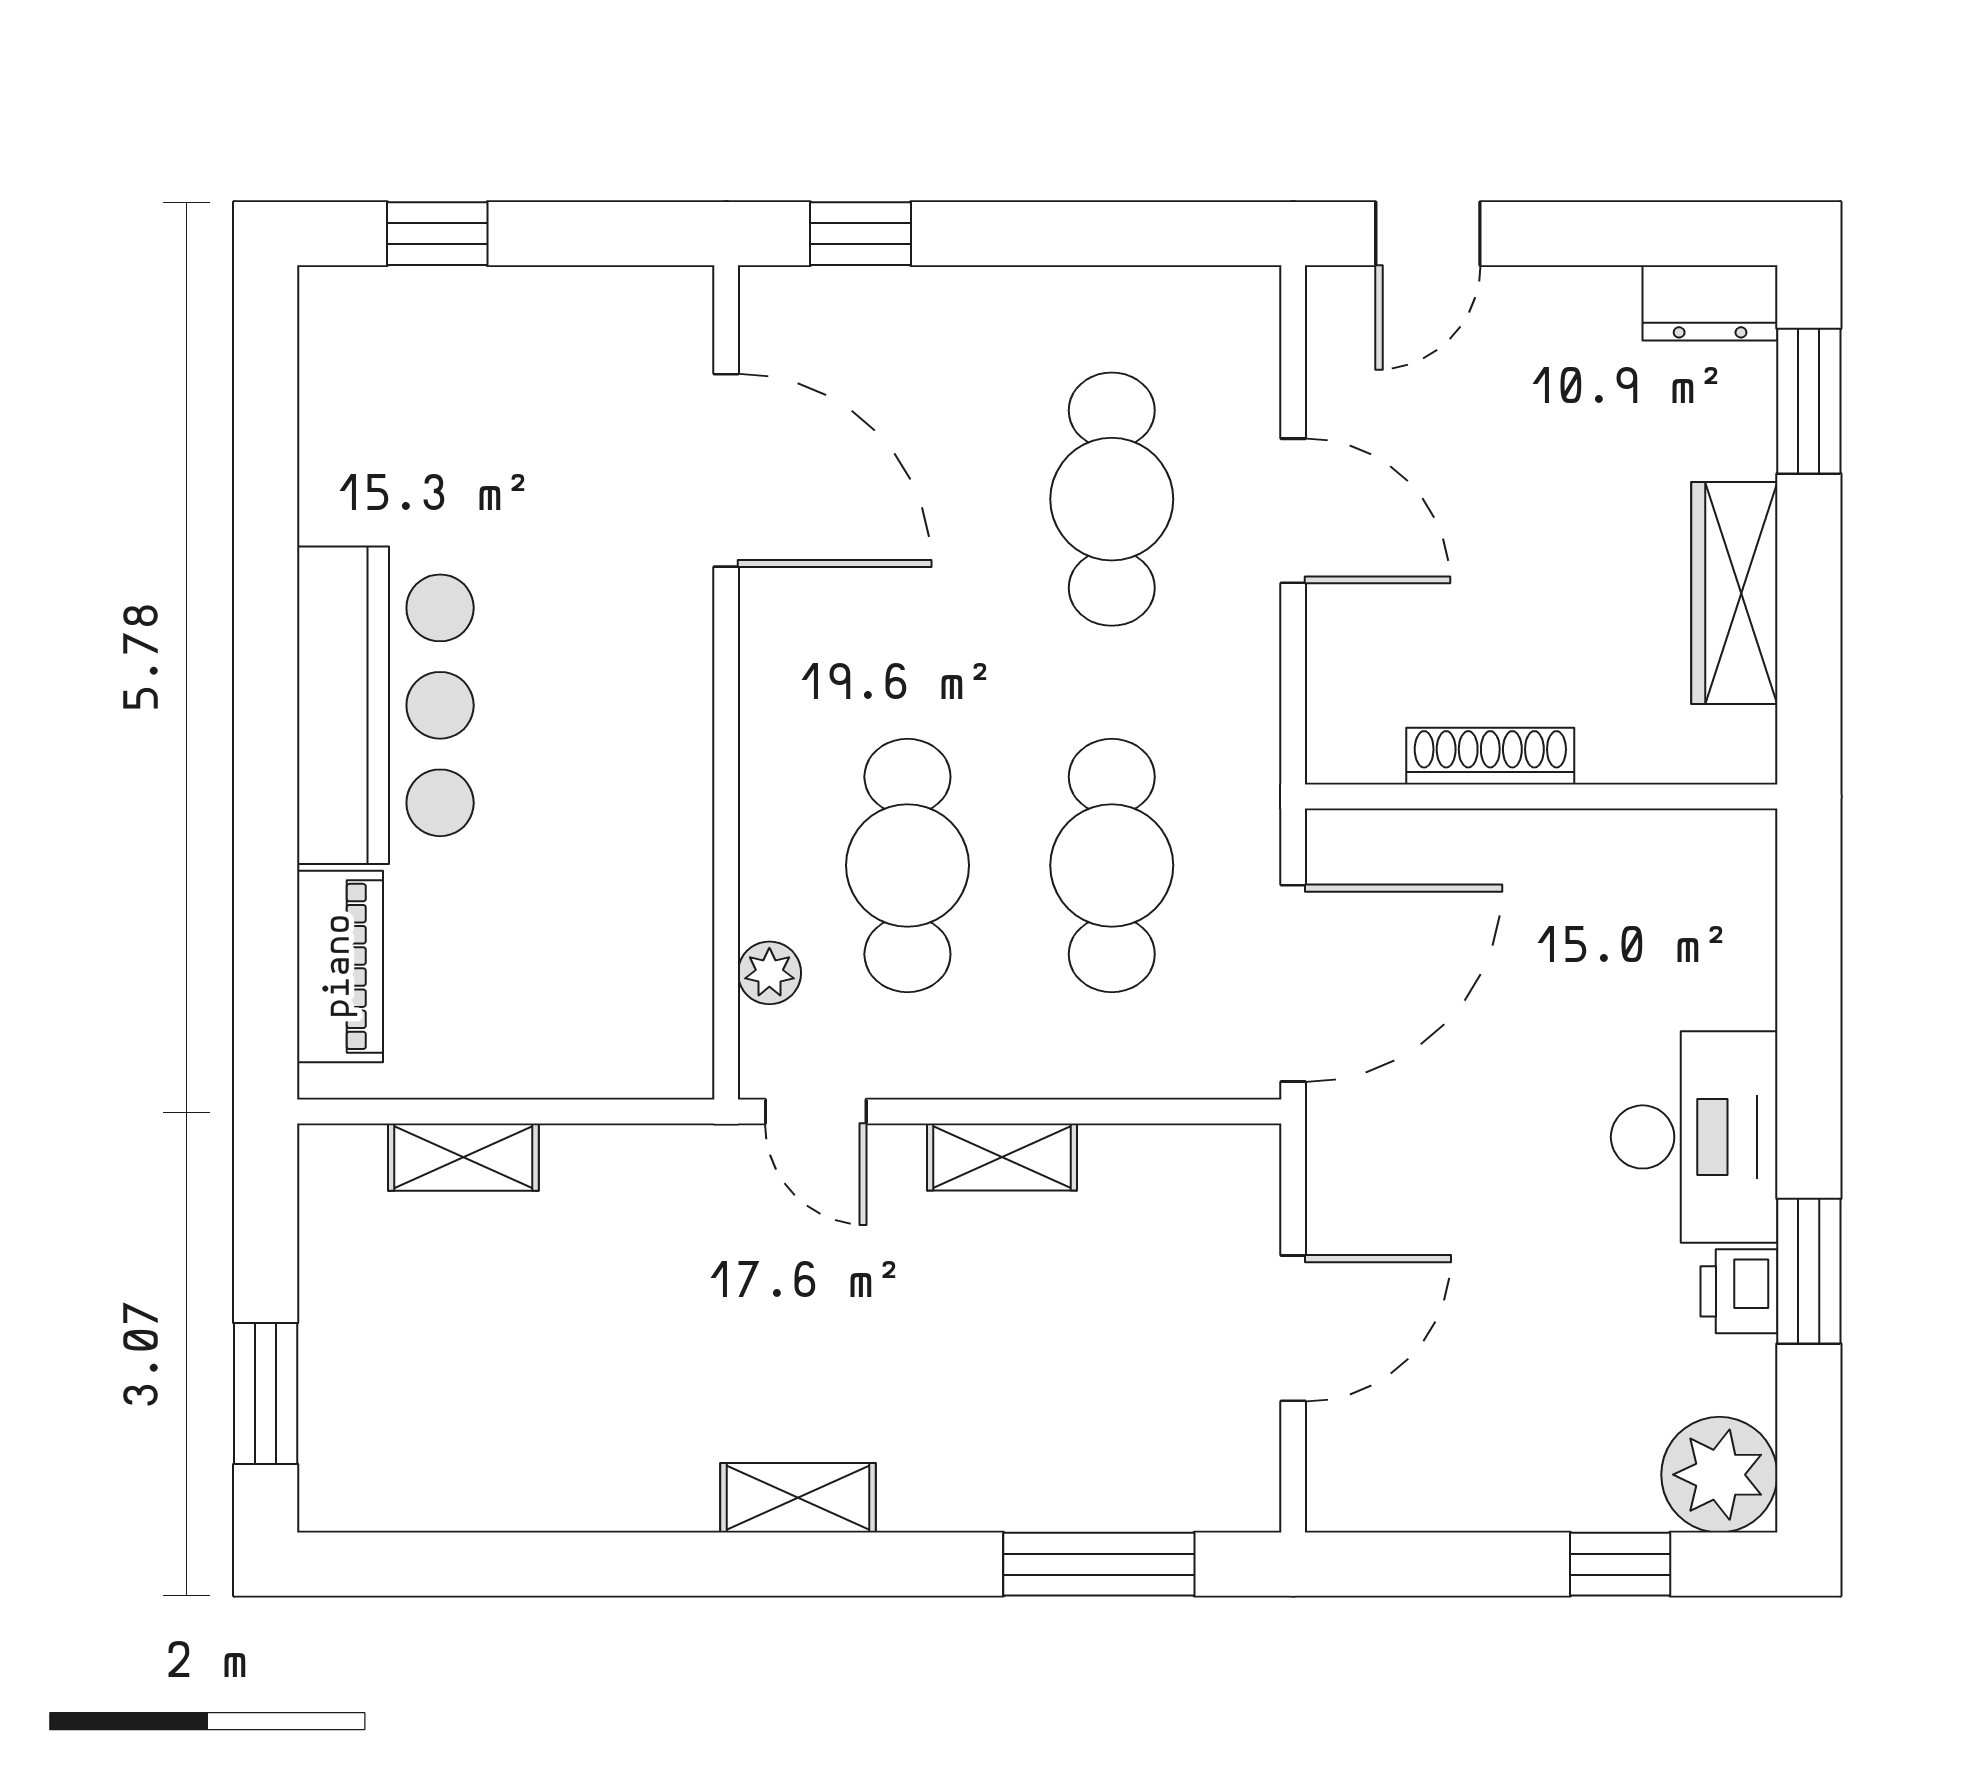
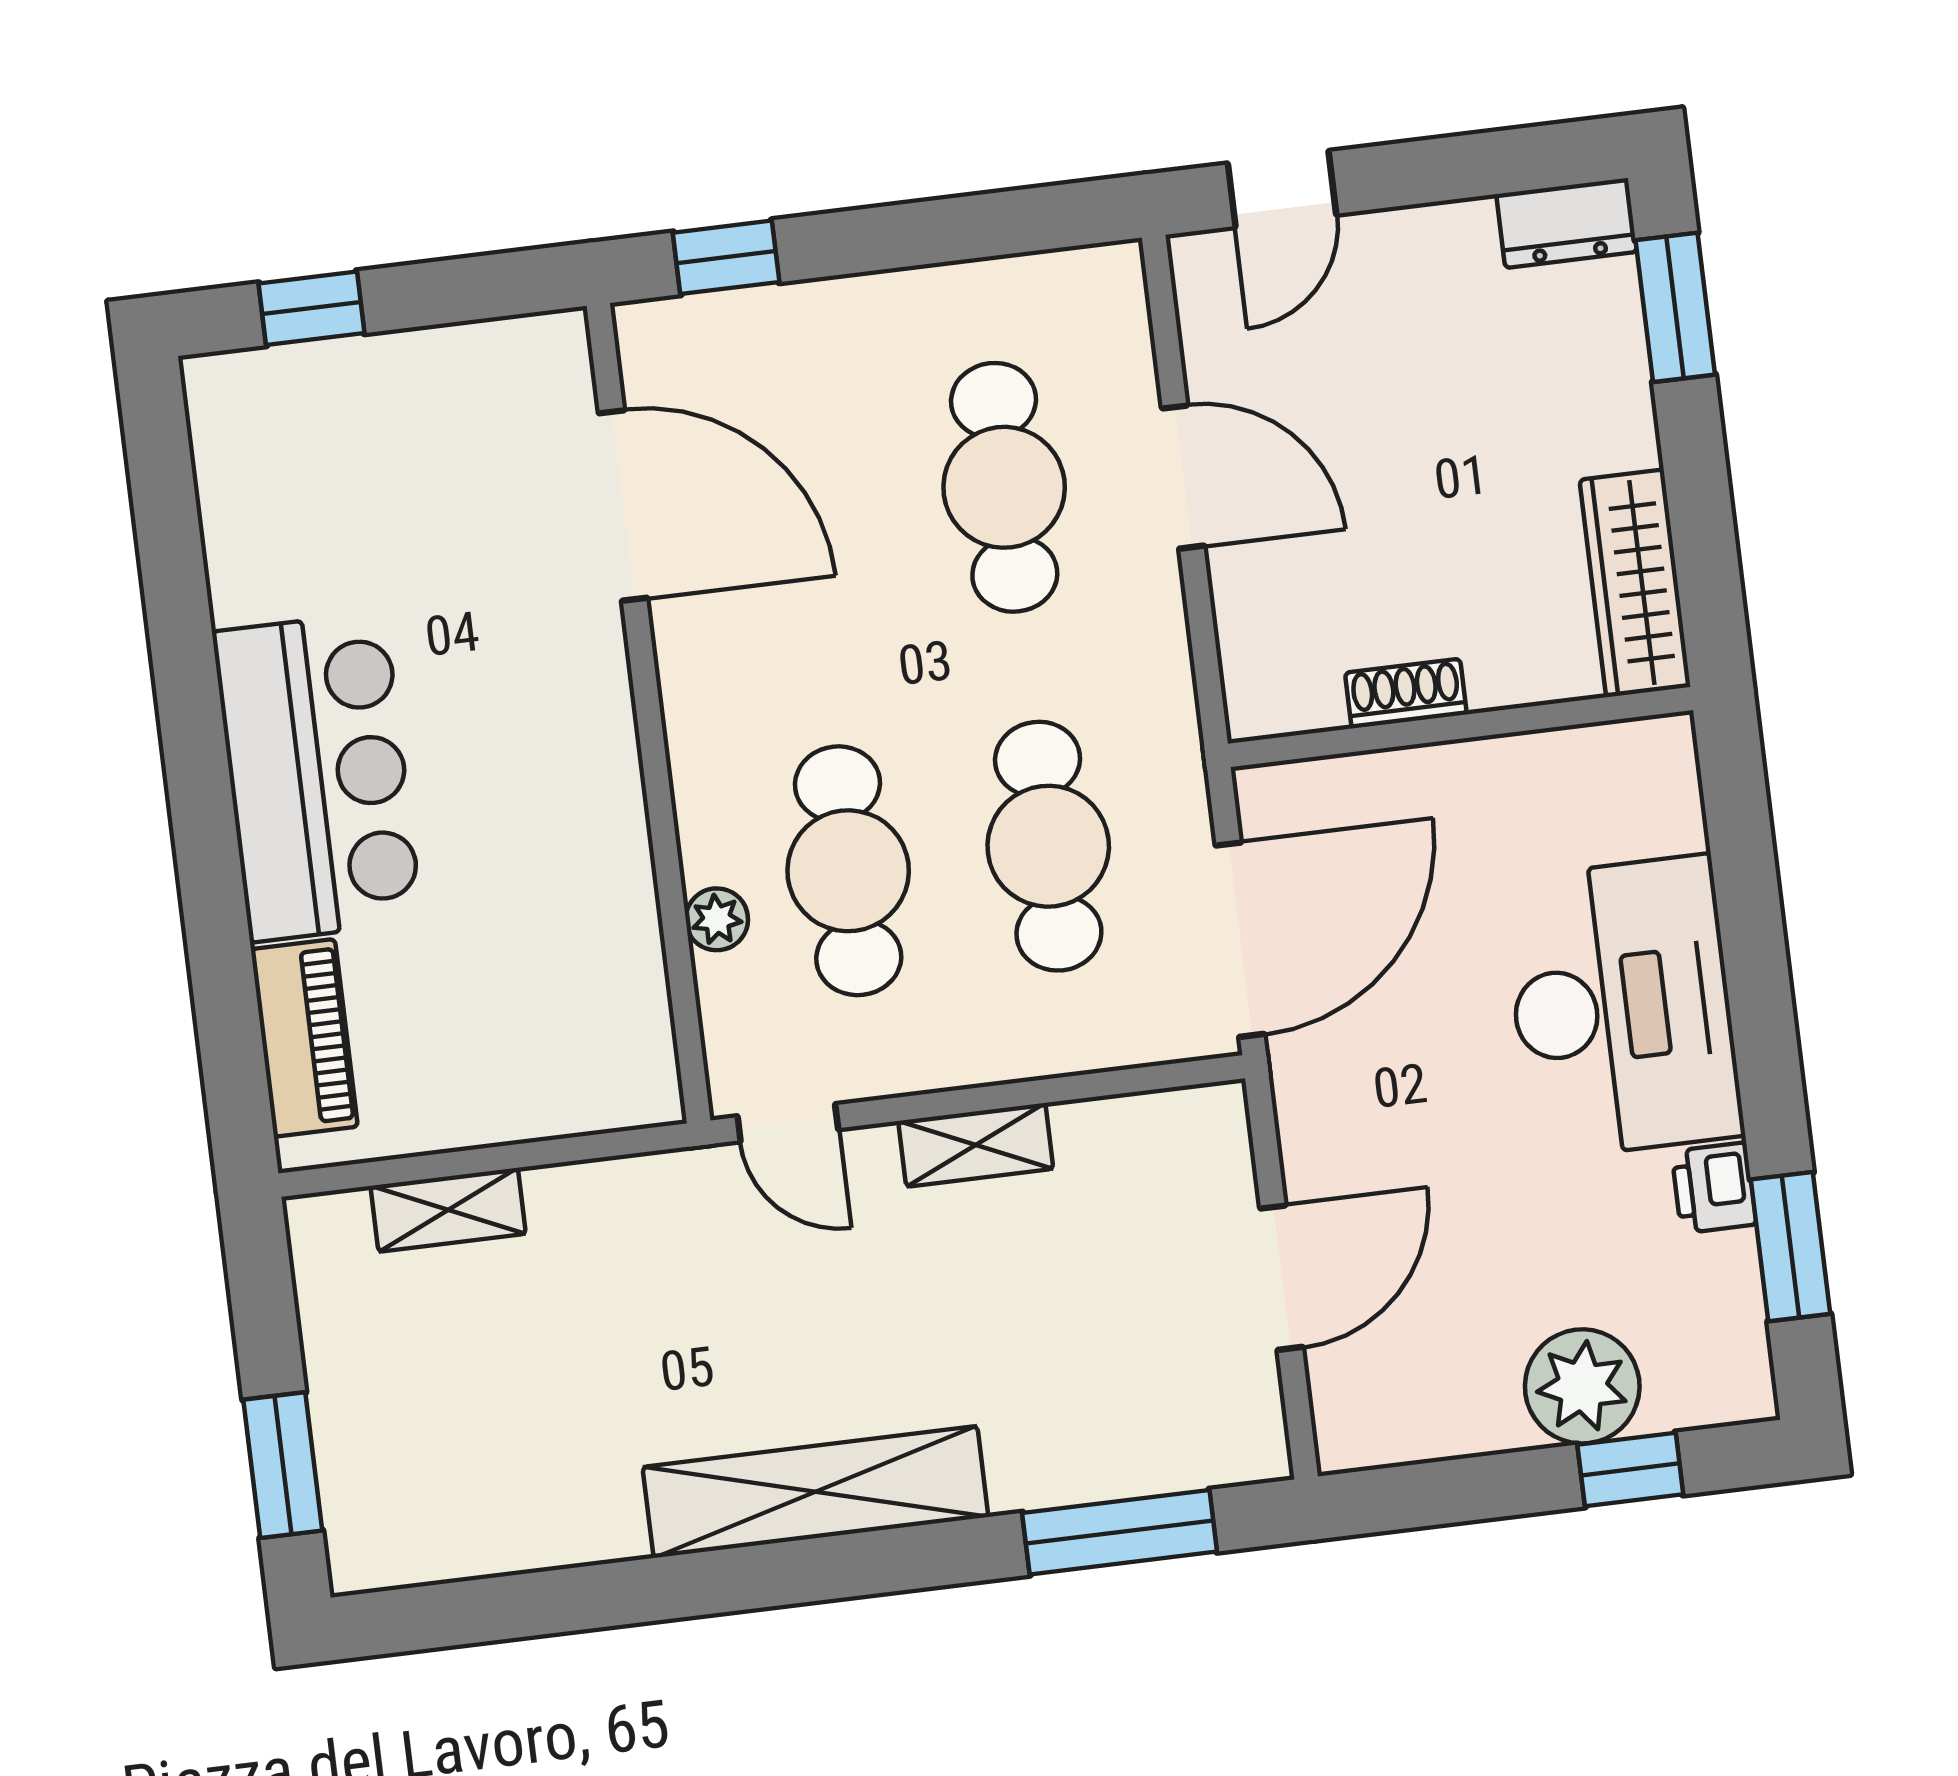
wardrobe: (1734, 593) -> (1635, 583), moved
shoe rack: (1490, 756) -> (1406, 694), width x0.70
plant: (769, 973) -> (717, 919), moved
desk: (1694, 1137) -> (1622, 1007), width x1.36, depth x1.30
window: (1809, 1271) -> (1791, 1247), moved
plant: (1719, 1475) -> (1582, 1386), moved
shelving: (798, 1498) -> (815, 1492), width x2.20, depth x1.33

